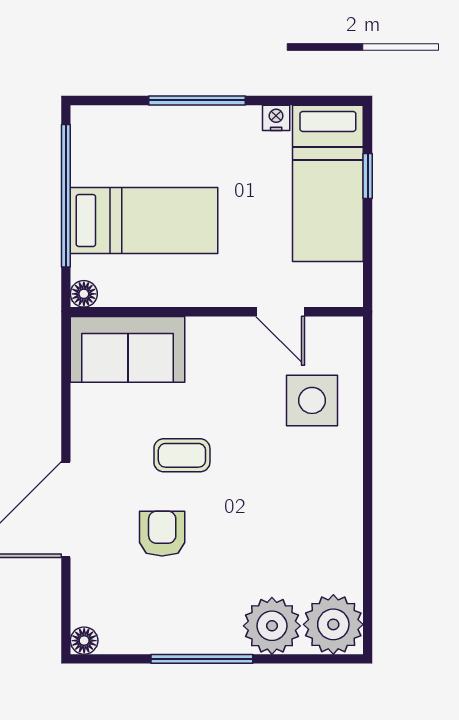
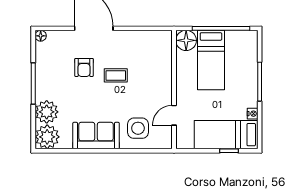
floor lamp: (84, 294) -> (186, 40), width x1.89, depth x1.89
sofa: (128, 349) -> (96, 136), moved, turned 90
coffee table: (182, 455) -> (116, 75), turned 90
armchair: (162, 534) -> (84, 67), turned 90

